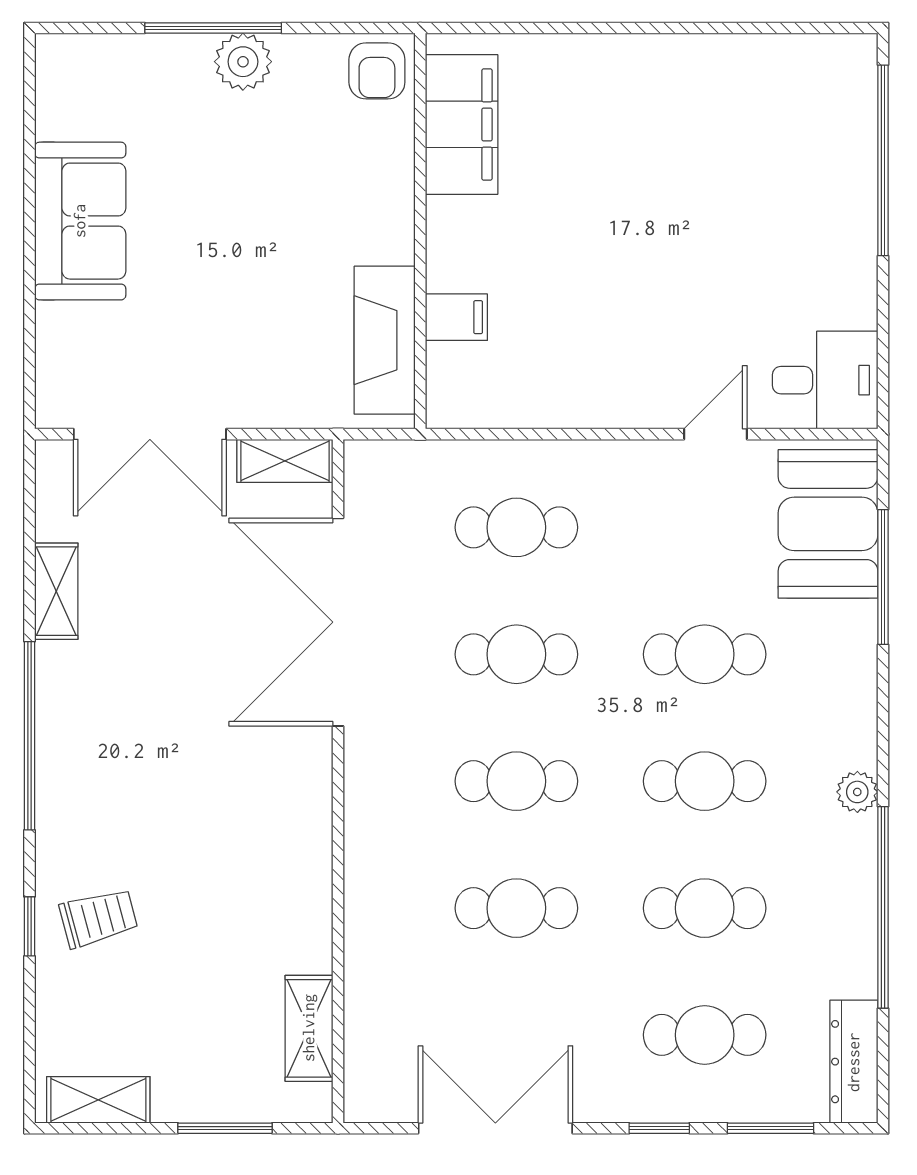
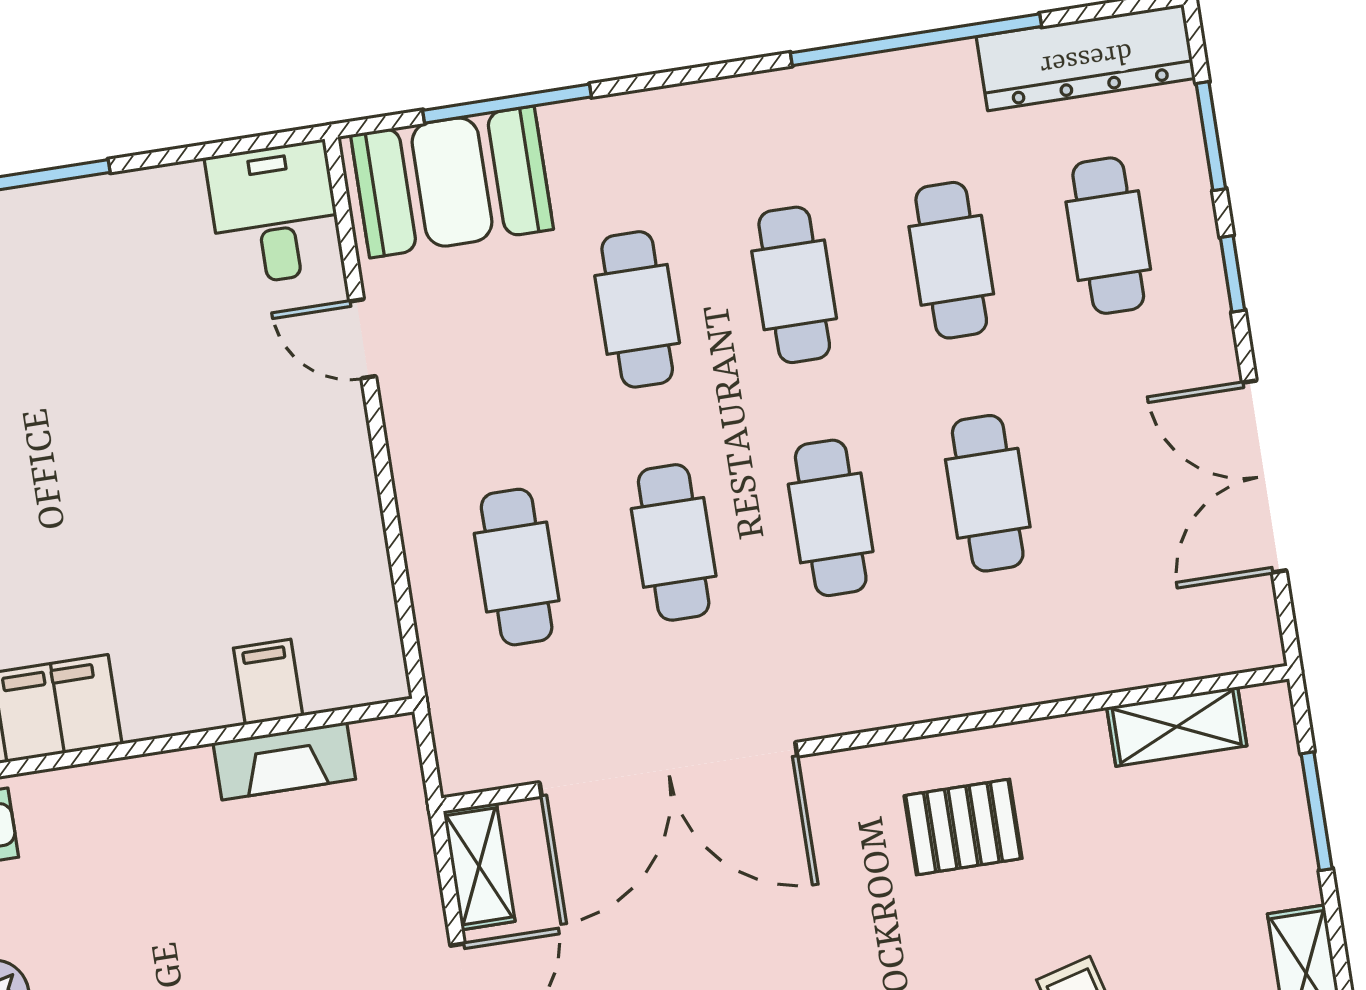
fireplace: (385, 340) -> (284, 761), width x0.73, depth x0.76
plant: (857, 792) -> (778, 94), removed
pallet: (256, 847) -> (963, 827), added
dresser: (854, 1062) -> (1086, 58), width x1.37, depth x1.24

